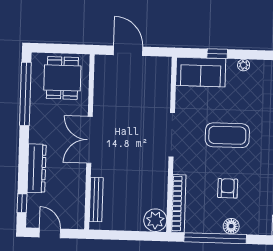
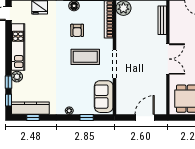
door: (128, 51) -> (145, 118), swing flipped
sofa: (201, 72) -> (104, 97), moved, turned -90
coffee table: (227, 135) -> (85, 57), moved

